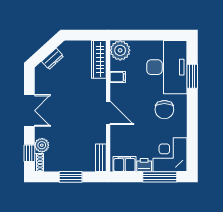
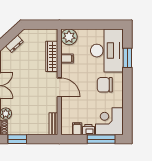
wardrobe: (99, 59) -> (52, 56), moved
chair: (164, 110) -> (105, 85), turned 90
filing cabinet: (124, 164) -> (77, 129), width x0.50
window: (71, 177) -> (17, 139), moved

